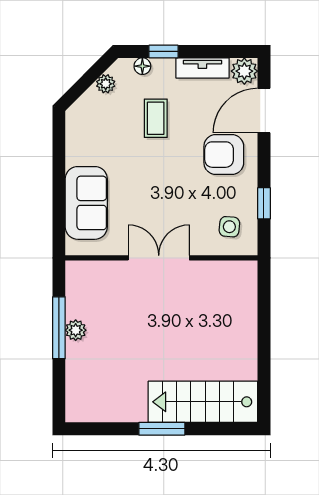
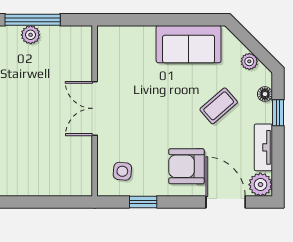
coffee table: (156, 118) -> (219, 106), turned -41
armchair: (224, 155) -> (186, 166), turned -90
sofa: (86, 203) -> (189, 44), moved
double door: (159, 258) -> (95, 108), swing flipped

